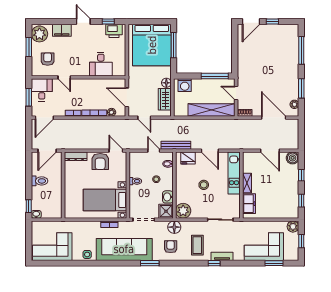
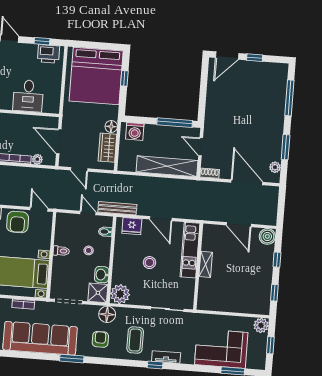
window: (174, 45) -> (124, 78), width x0.46
freezer: (249, 204) -> (206, 291), removed

